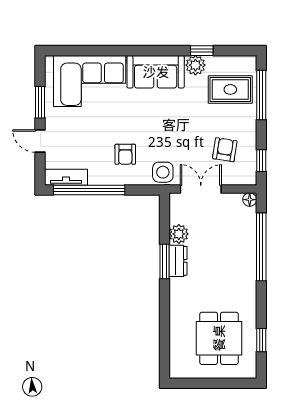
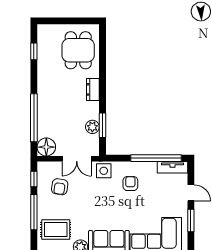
window: (261, 95) -> (34, 212), moved
floor lamp: (250, 200) -> (46, 147), width x1.89, depth x1.89
dresser: (178, 261) -> (93, 89), moved
window: (165, 262) -> (102, 125), moved
dining table: (219, 338) -> (78, 50), moved

